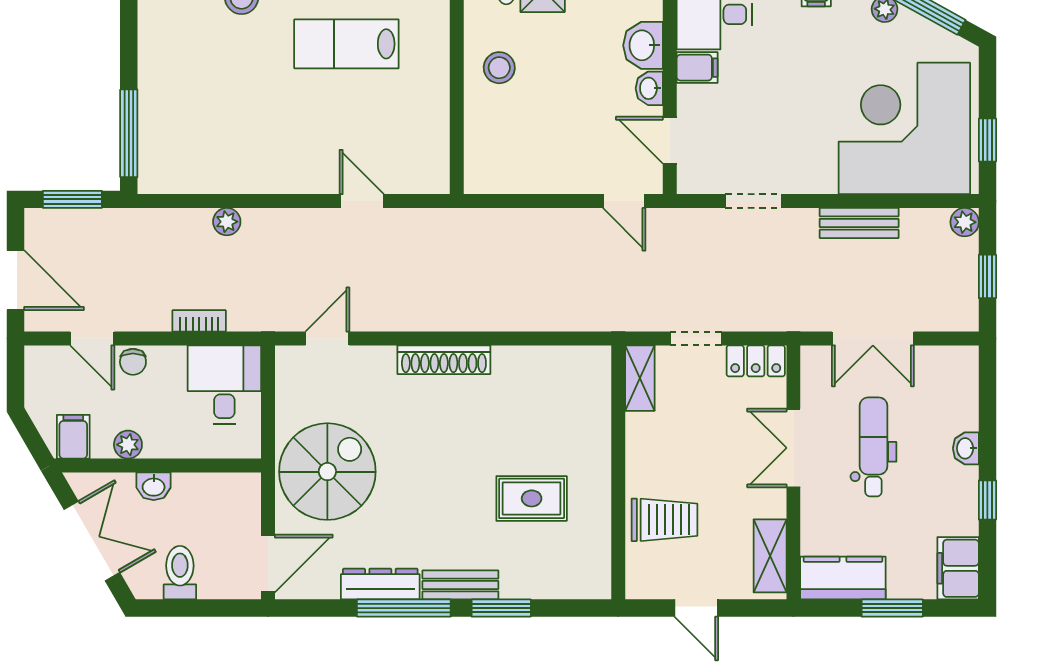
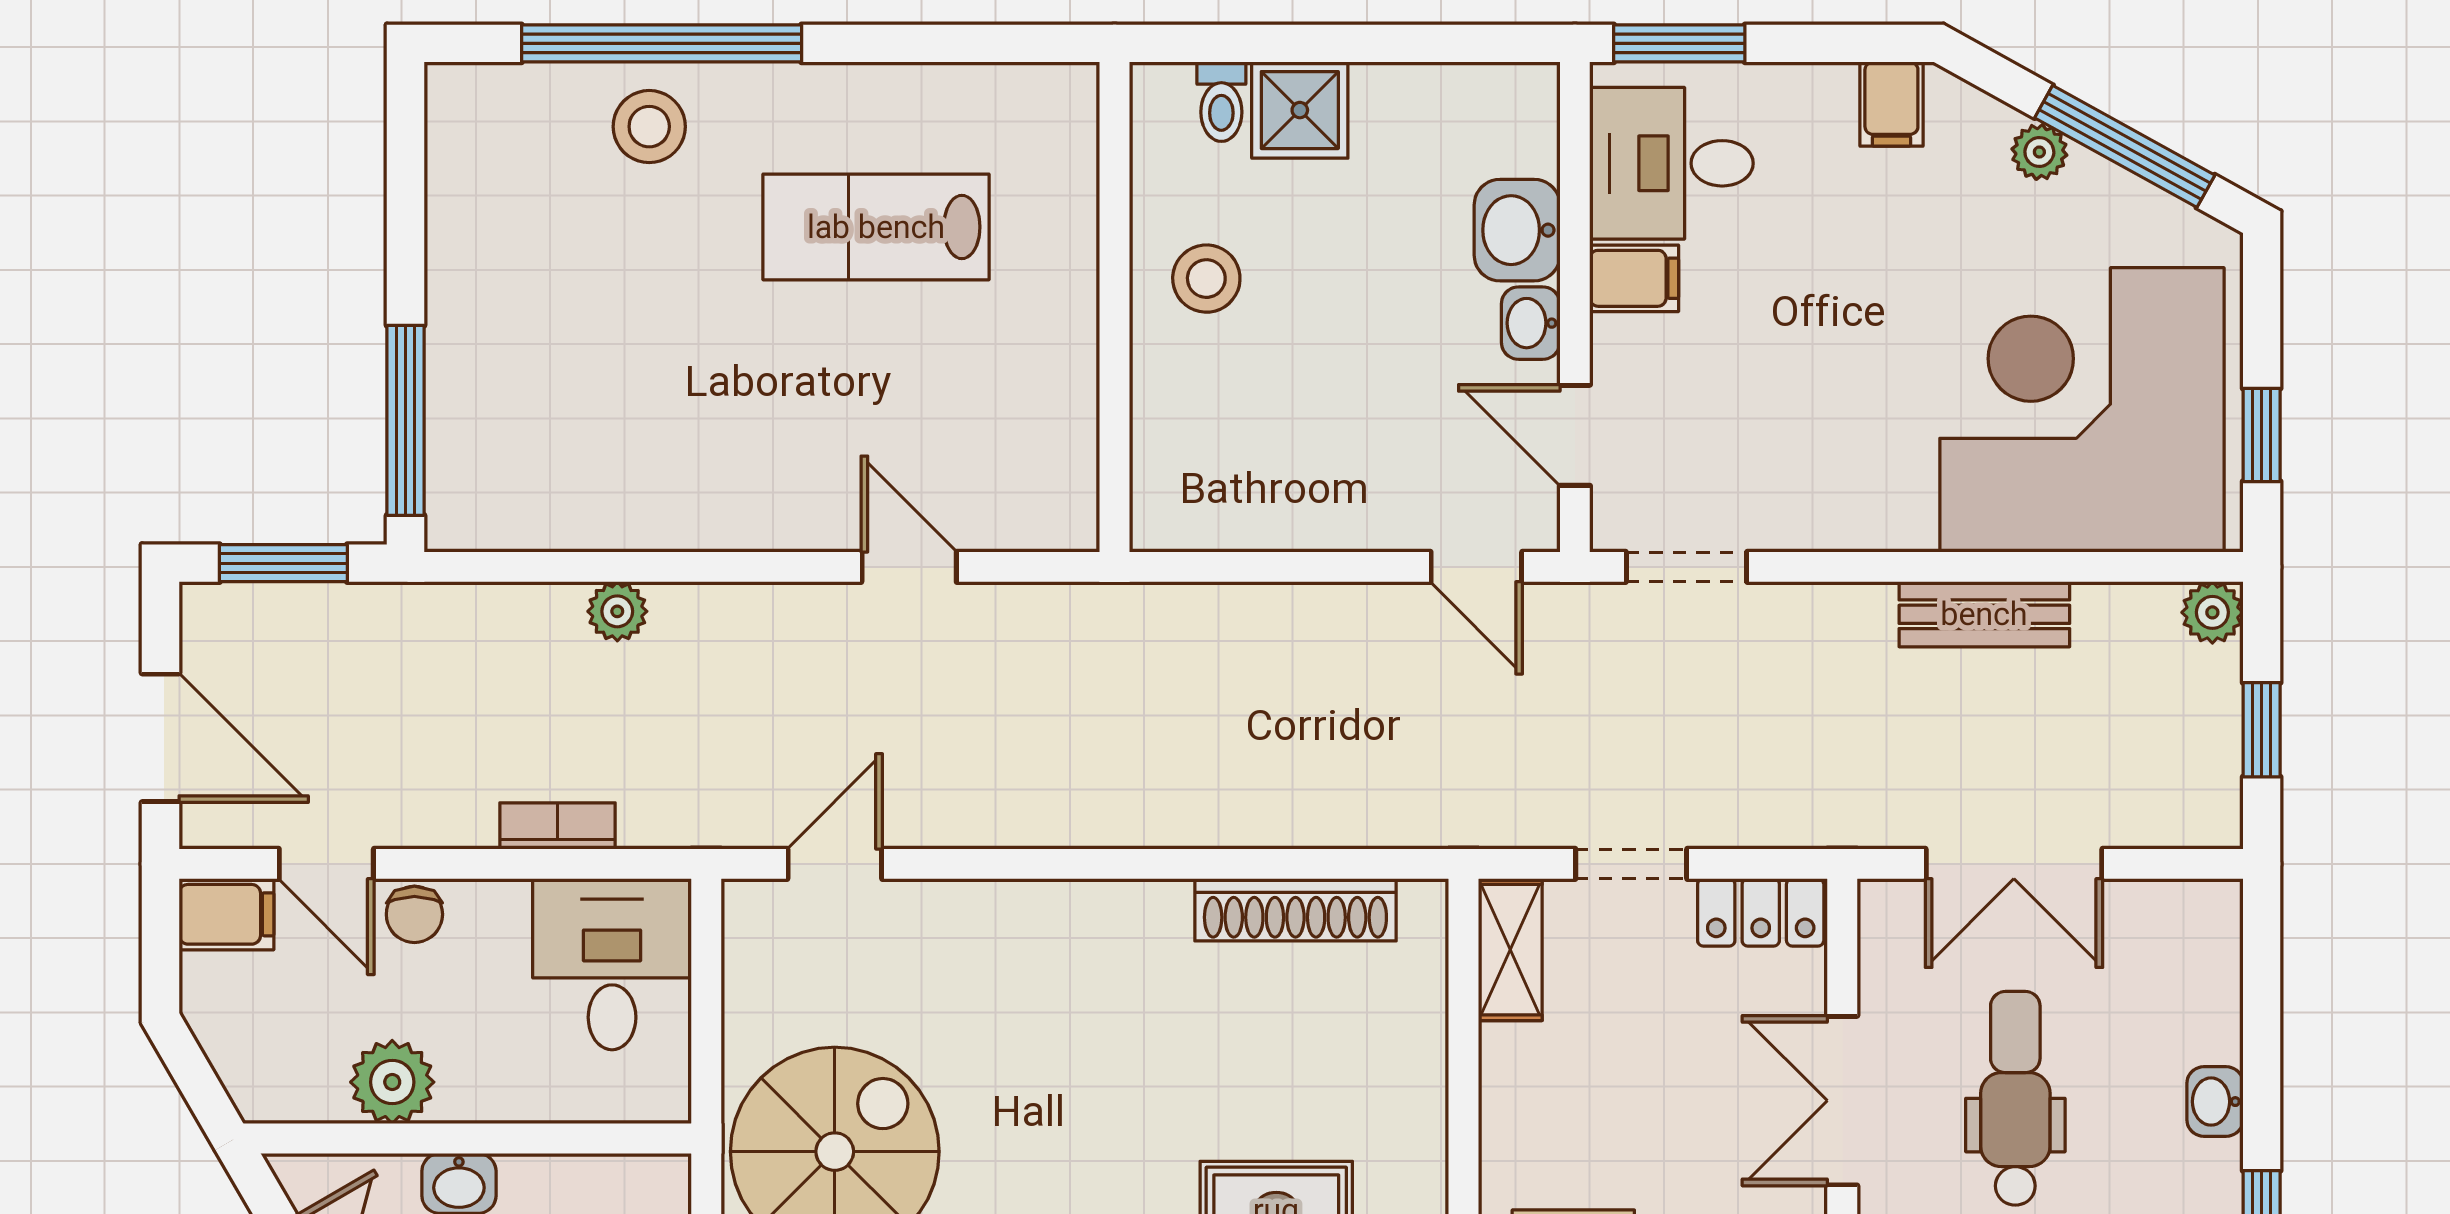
doorway: (753, 201) -> (1686, 567), moved
shoe rack: (444, 360) -> (1295, 910), moved
filing cabinet: (73, 437) -> (226, 914), moved, turned 90
plant: (128, 445) -> (392, 1082), width x1.38, depth x1.38

